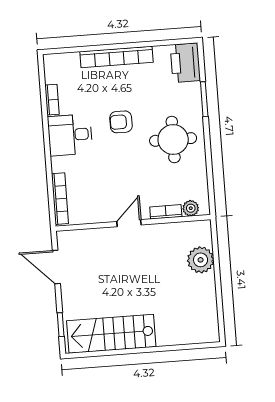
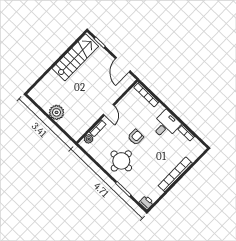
printer: (185, 63) -> (146, 203), width x0.53, depth x0.68
armchair: (121, 122) -> (136, 137), moved
plant: (201, 260) -> (57, 112), moved
door: (56, 267) -> (123, 65), swing flipped

